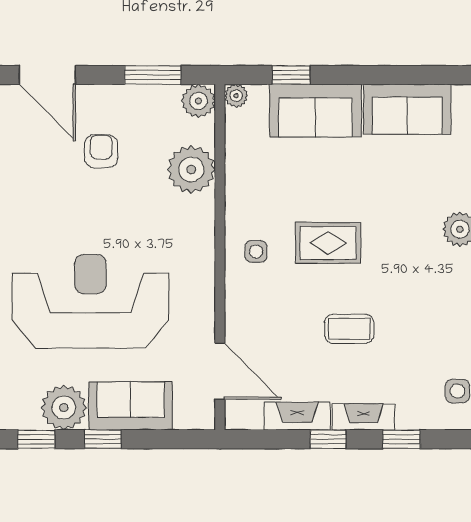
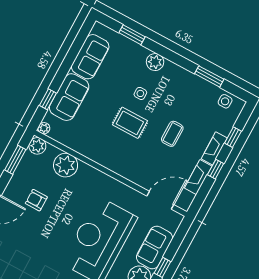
rug: (328, 243) -> (130, 123), turned 90
side table: (256, 251) -> (140, 93), moved

